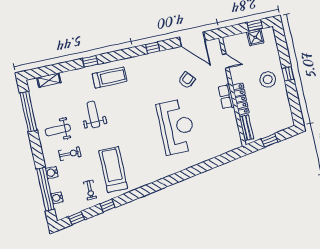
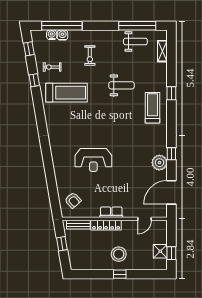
plant: (164, 58) -> (159, 163), added
treadmill: (110, 78) -> (152, 108), turned 180
armchair: (187, 80) -> (73, 200), moved
reception desk: (176, 127) -> (93, 160), width x0.74, depth x0.77
weight bench: (58, 130) -> (135, 41), moved, turned 90
water cooler: (52, 172) -> (63, 35), moved

